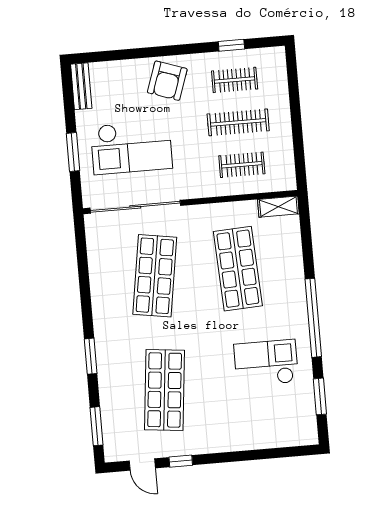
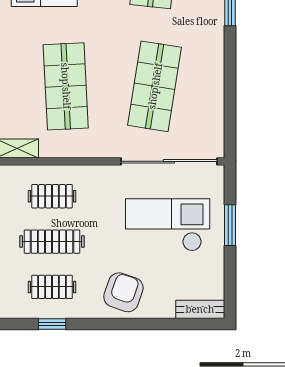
bench: (81, 86) -> (200, 309), moved, turned 90

